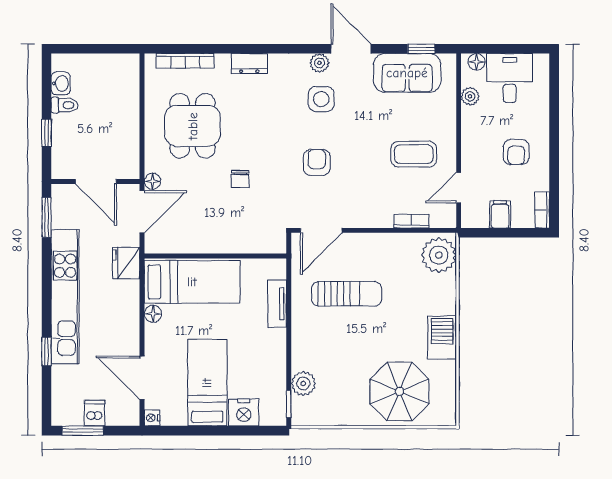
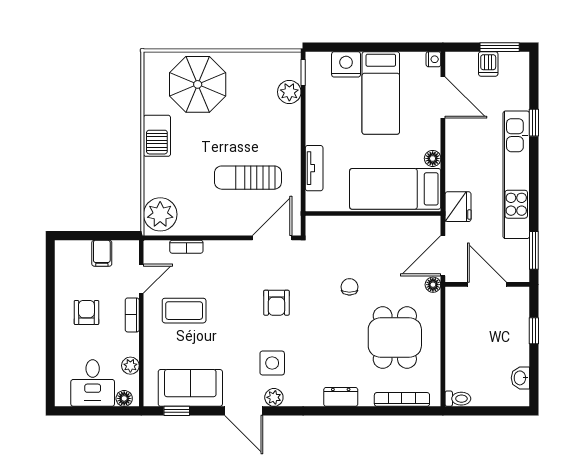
toilet: (65, 105) -> (458, 399), moved, turned 180
bookcase: (542, 210) -> (132, 315), moved, turned 180

